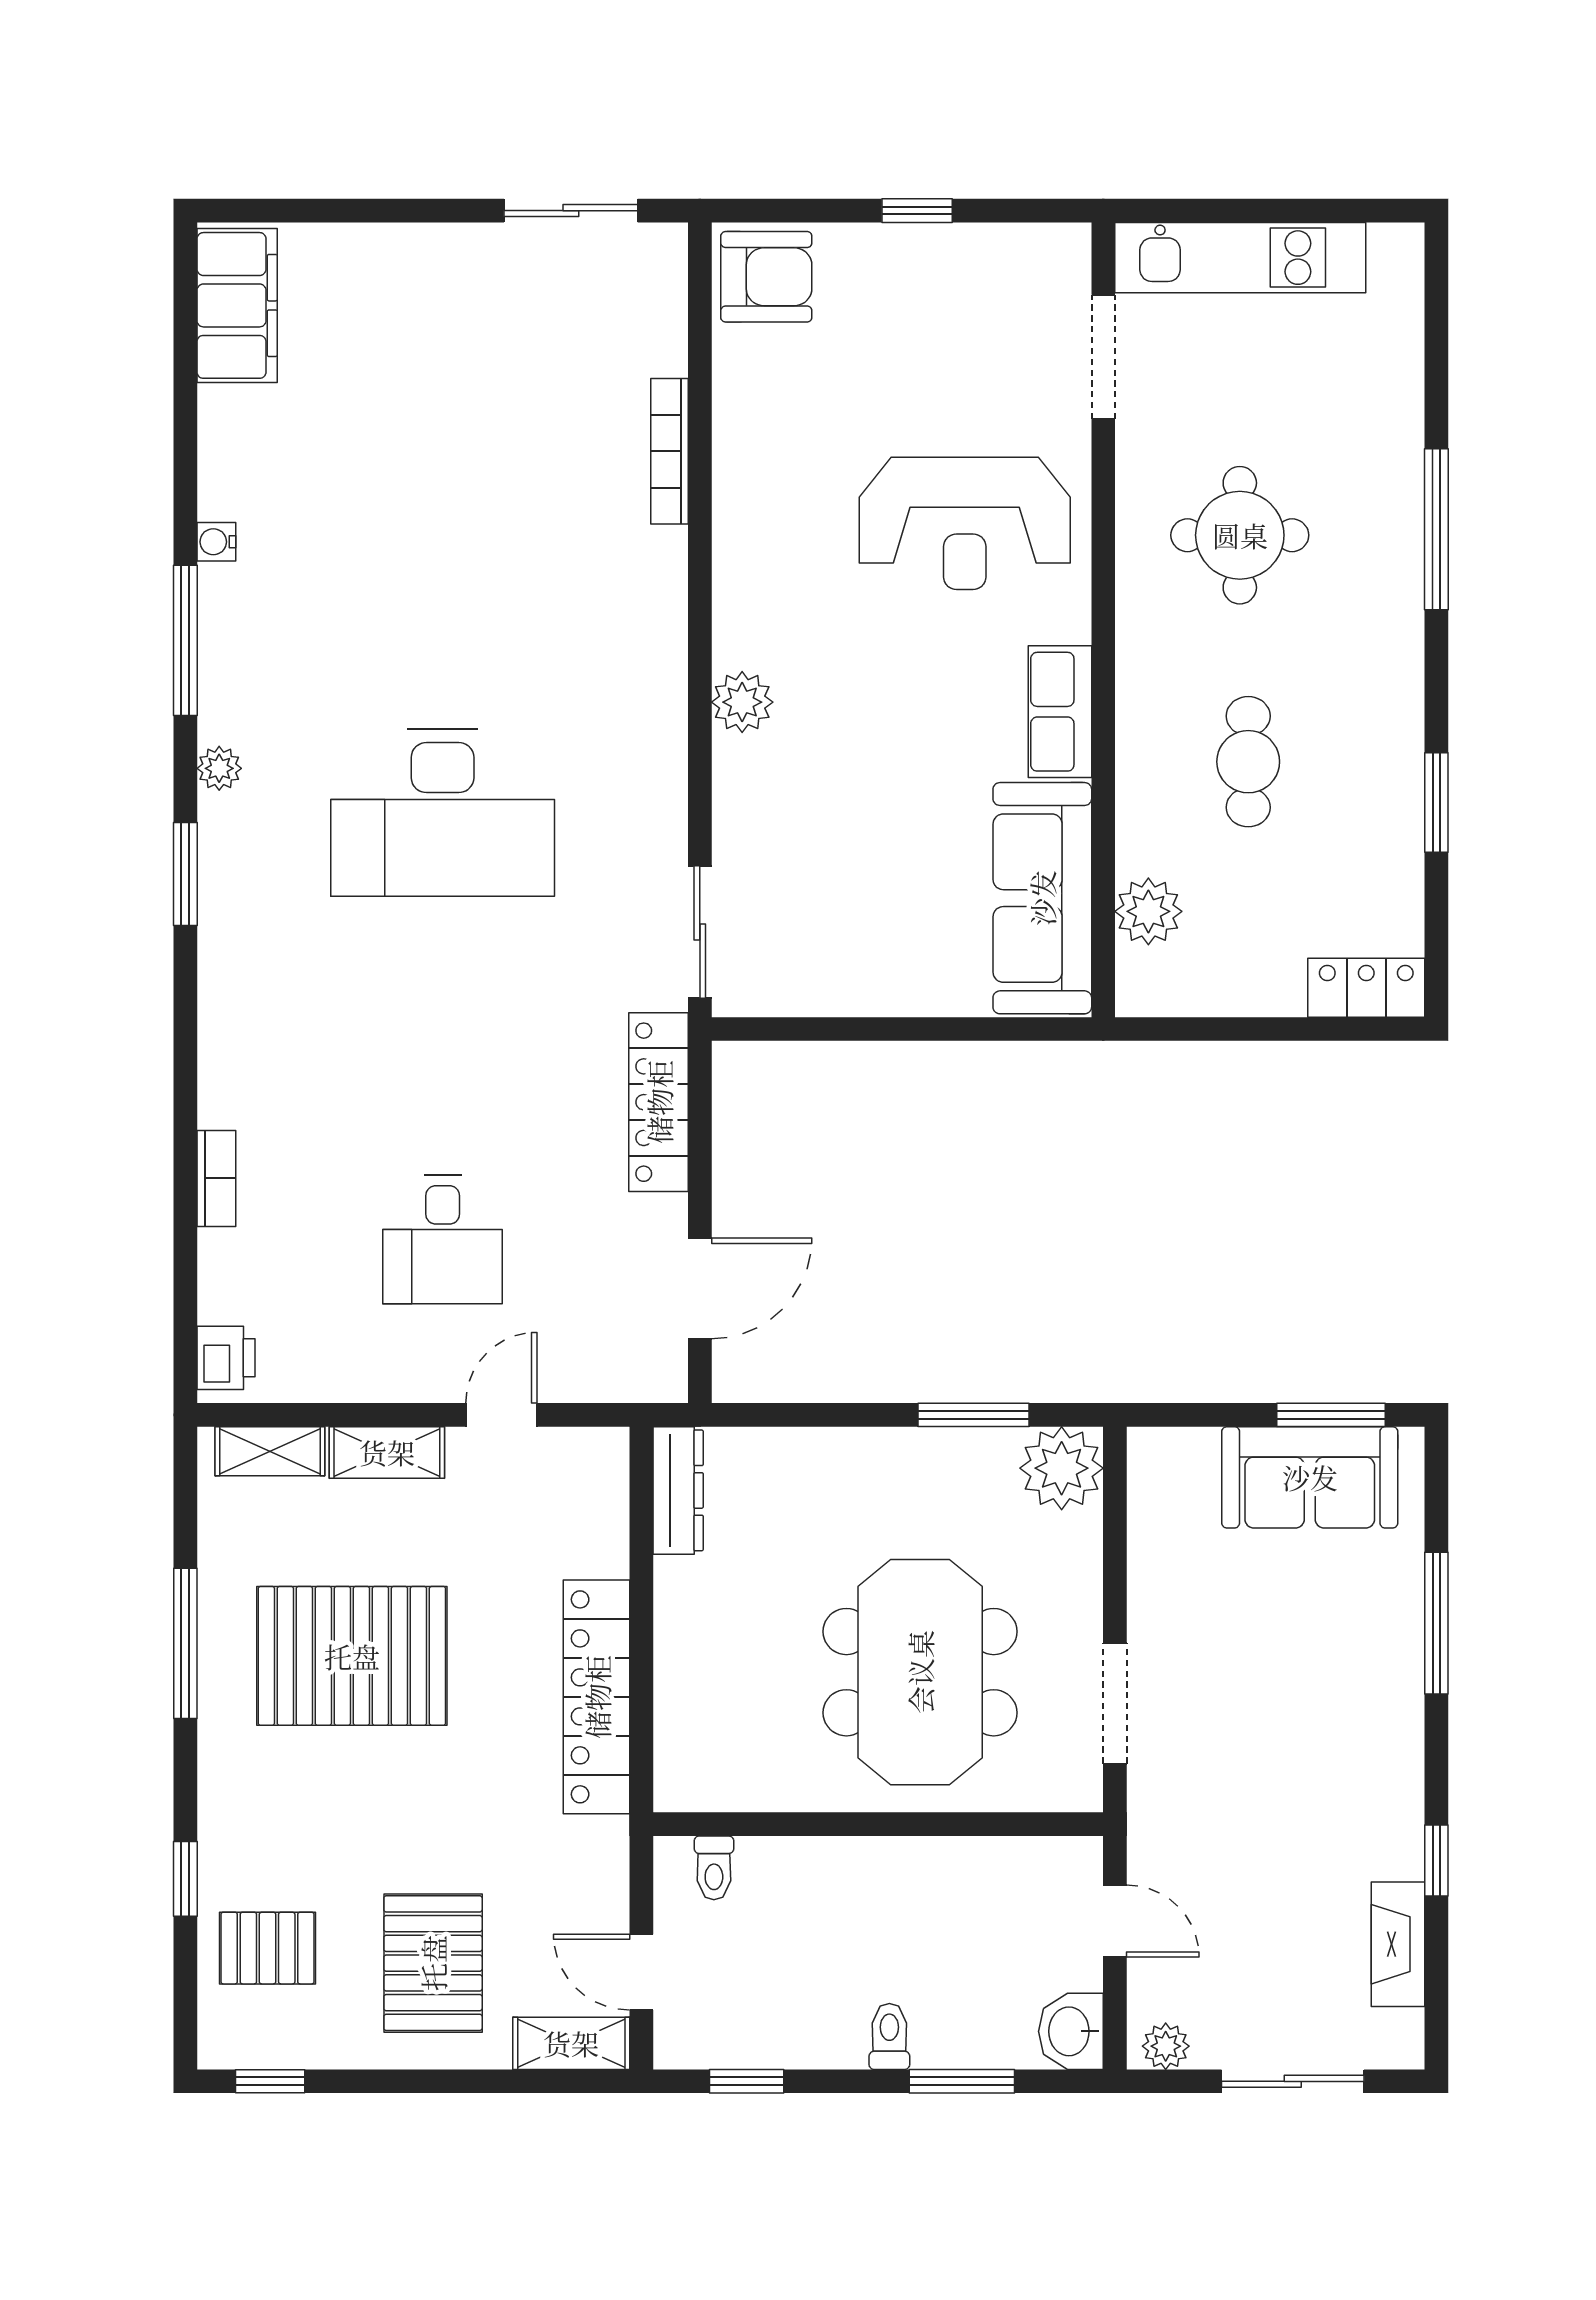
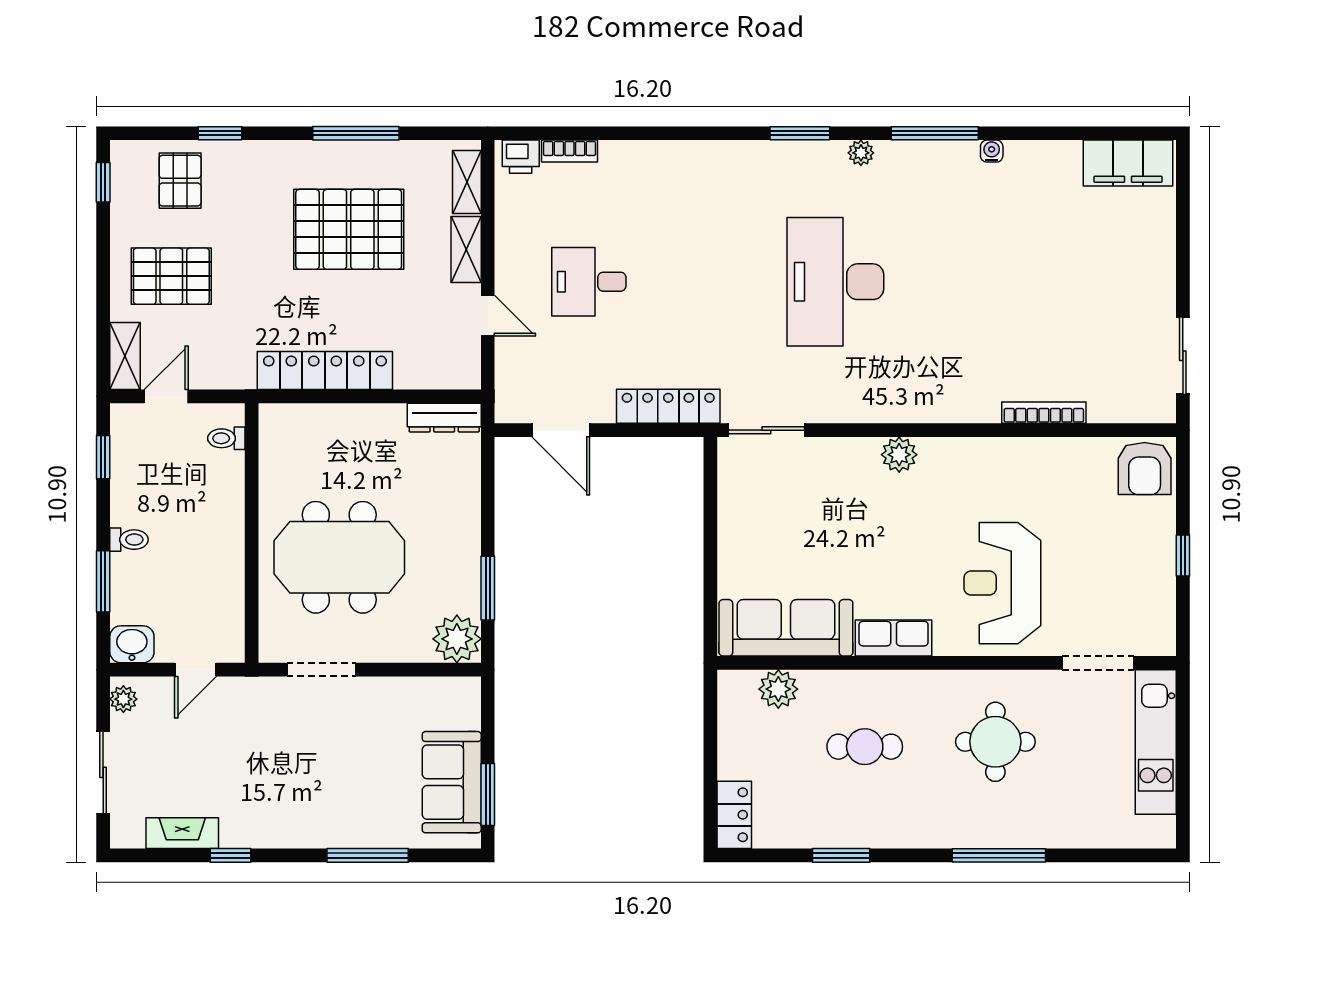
bookcase: (216, 1178) -> (570, 151), moved
pallet: (352, 1656) -> (349, 229), turned 90

